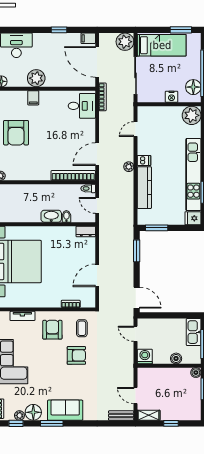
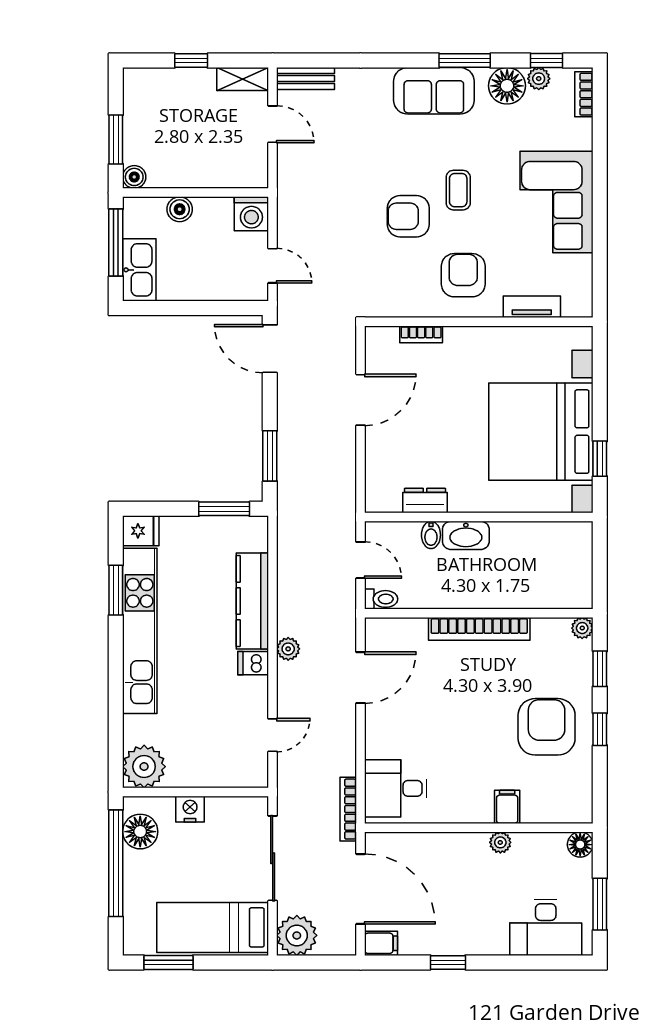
plant: (36, 78) -> (500, 842), width x0.53, depth x0.53
bookcase: (73, 175) -> (479, 629), moved
dresser: (86, 231) -> (425, 500), moved
coffee table: (82, 328) -> (458, 190), moved
armchair: (52, 330) -> (463, 275), turned 180

